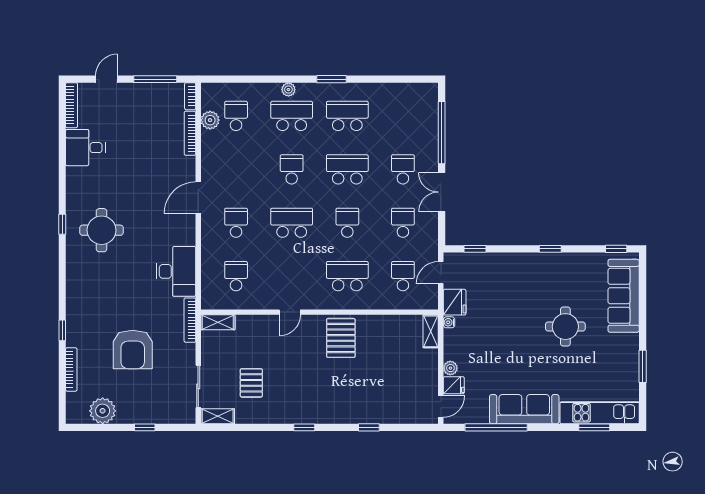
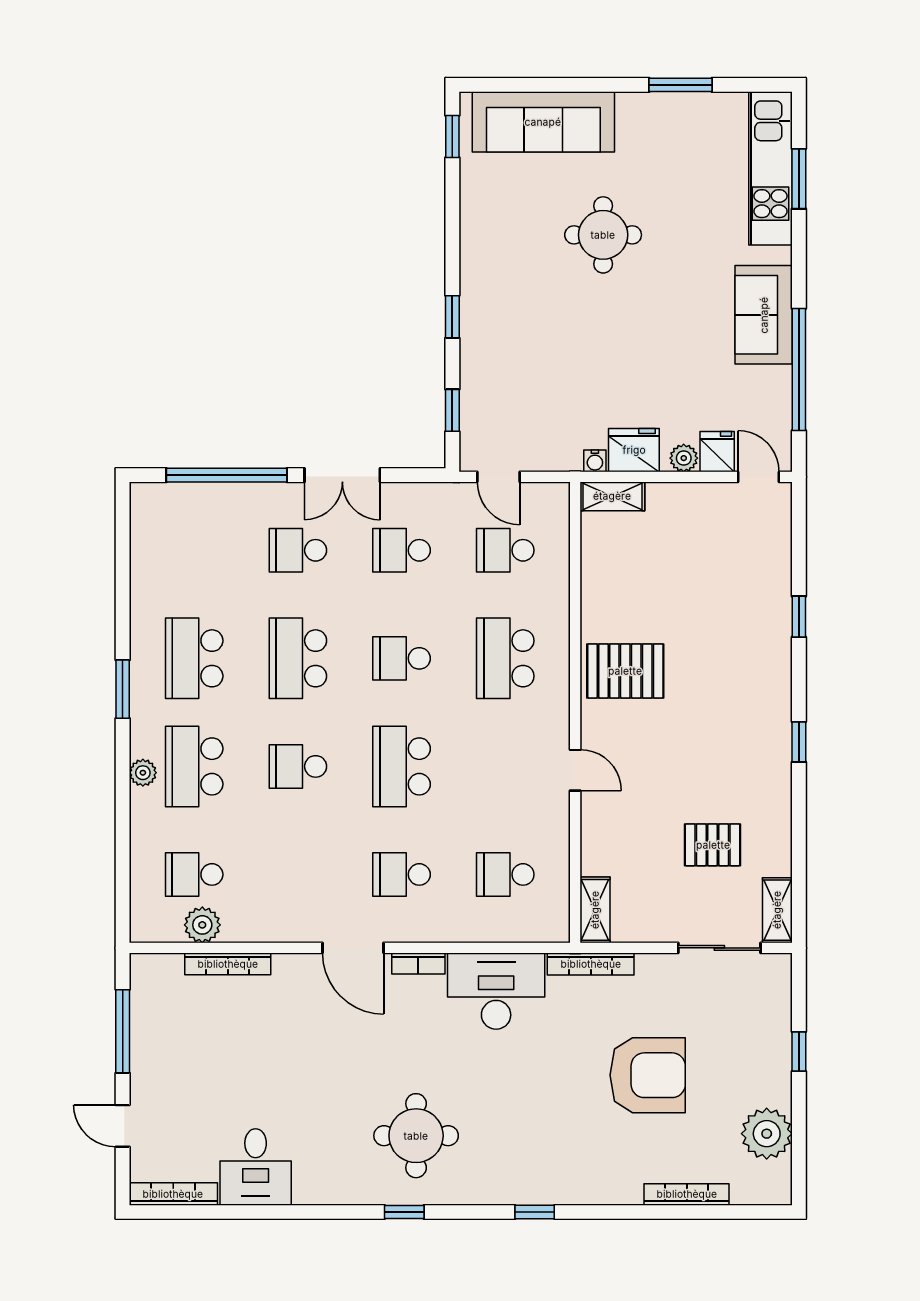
bookcase: (190, 96) -> (418, 964), moved
window: (550, 249) -> (452, 317), moved
fridge: (455, 302) -> (634, 450), moved
window: (62, 330) -> (535, 1212), moved
sofa: (524, 409) -> (764, 315), width x0.73

